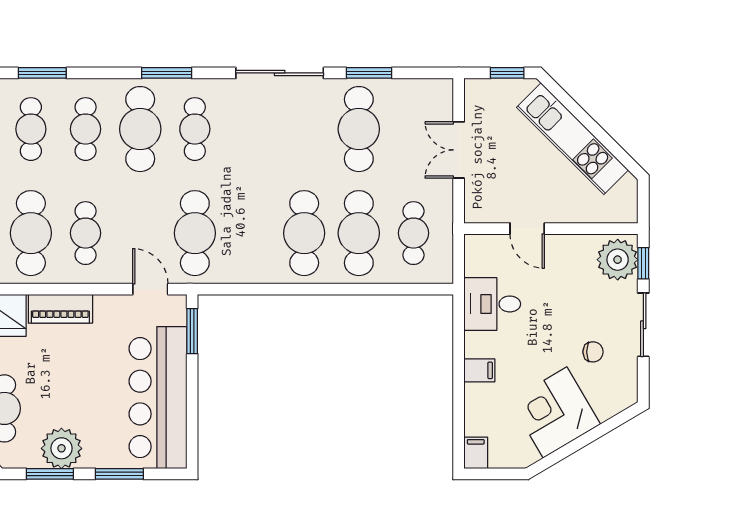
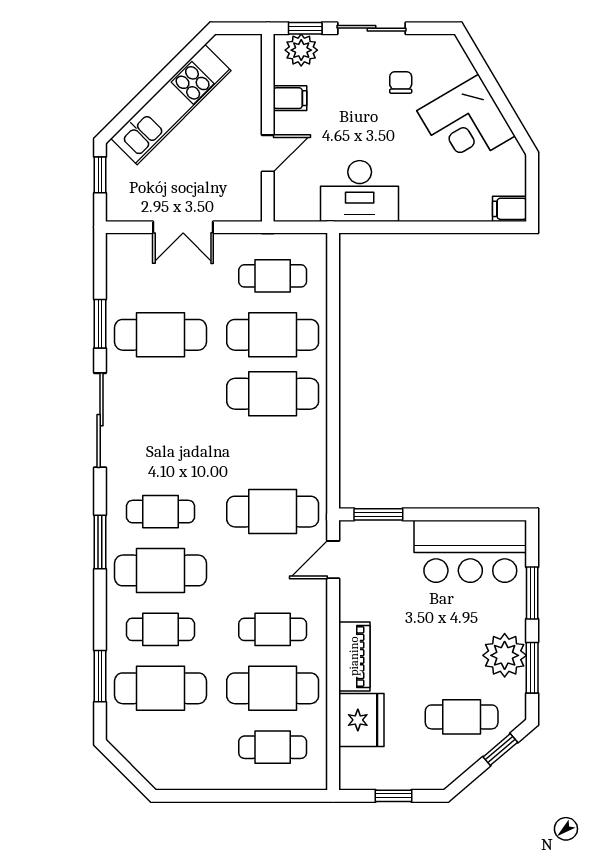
cafe table: (31, 129) -> (160, 688), width x1.37, depth x1.35
plant: (618, 260) -> (301, 50), width x0.73, depth x0.73
desk: (492, 304) -> (360, 191), width x1.37
filing cabinet: (479, 370) -> (290, 98), moved, turned 90
bar counter: (158, 398) -> (470, 551), width x0.73

